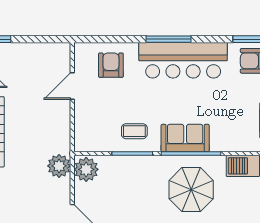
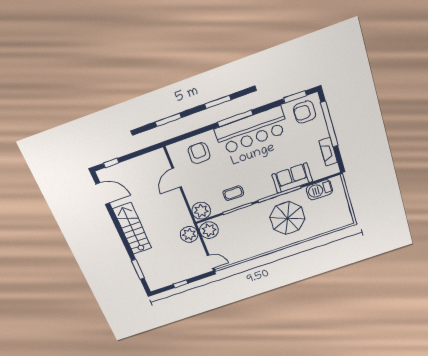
sofa: (185, 138) -> (292, 178), moved
plant: (86, 140) -> (201, 211), added

